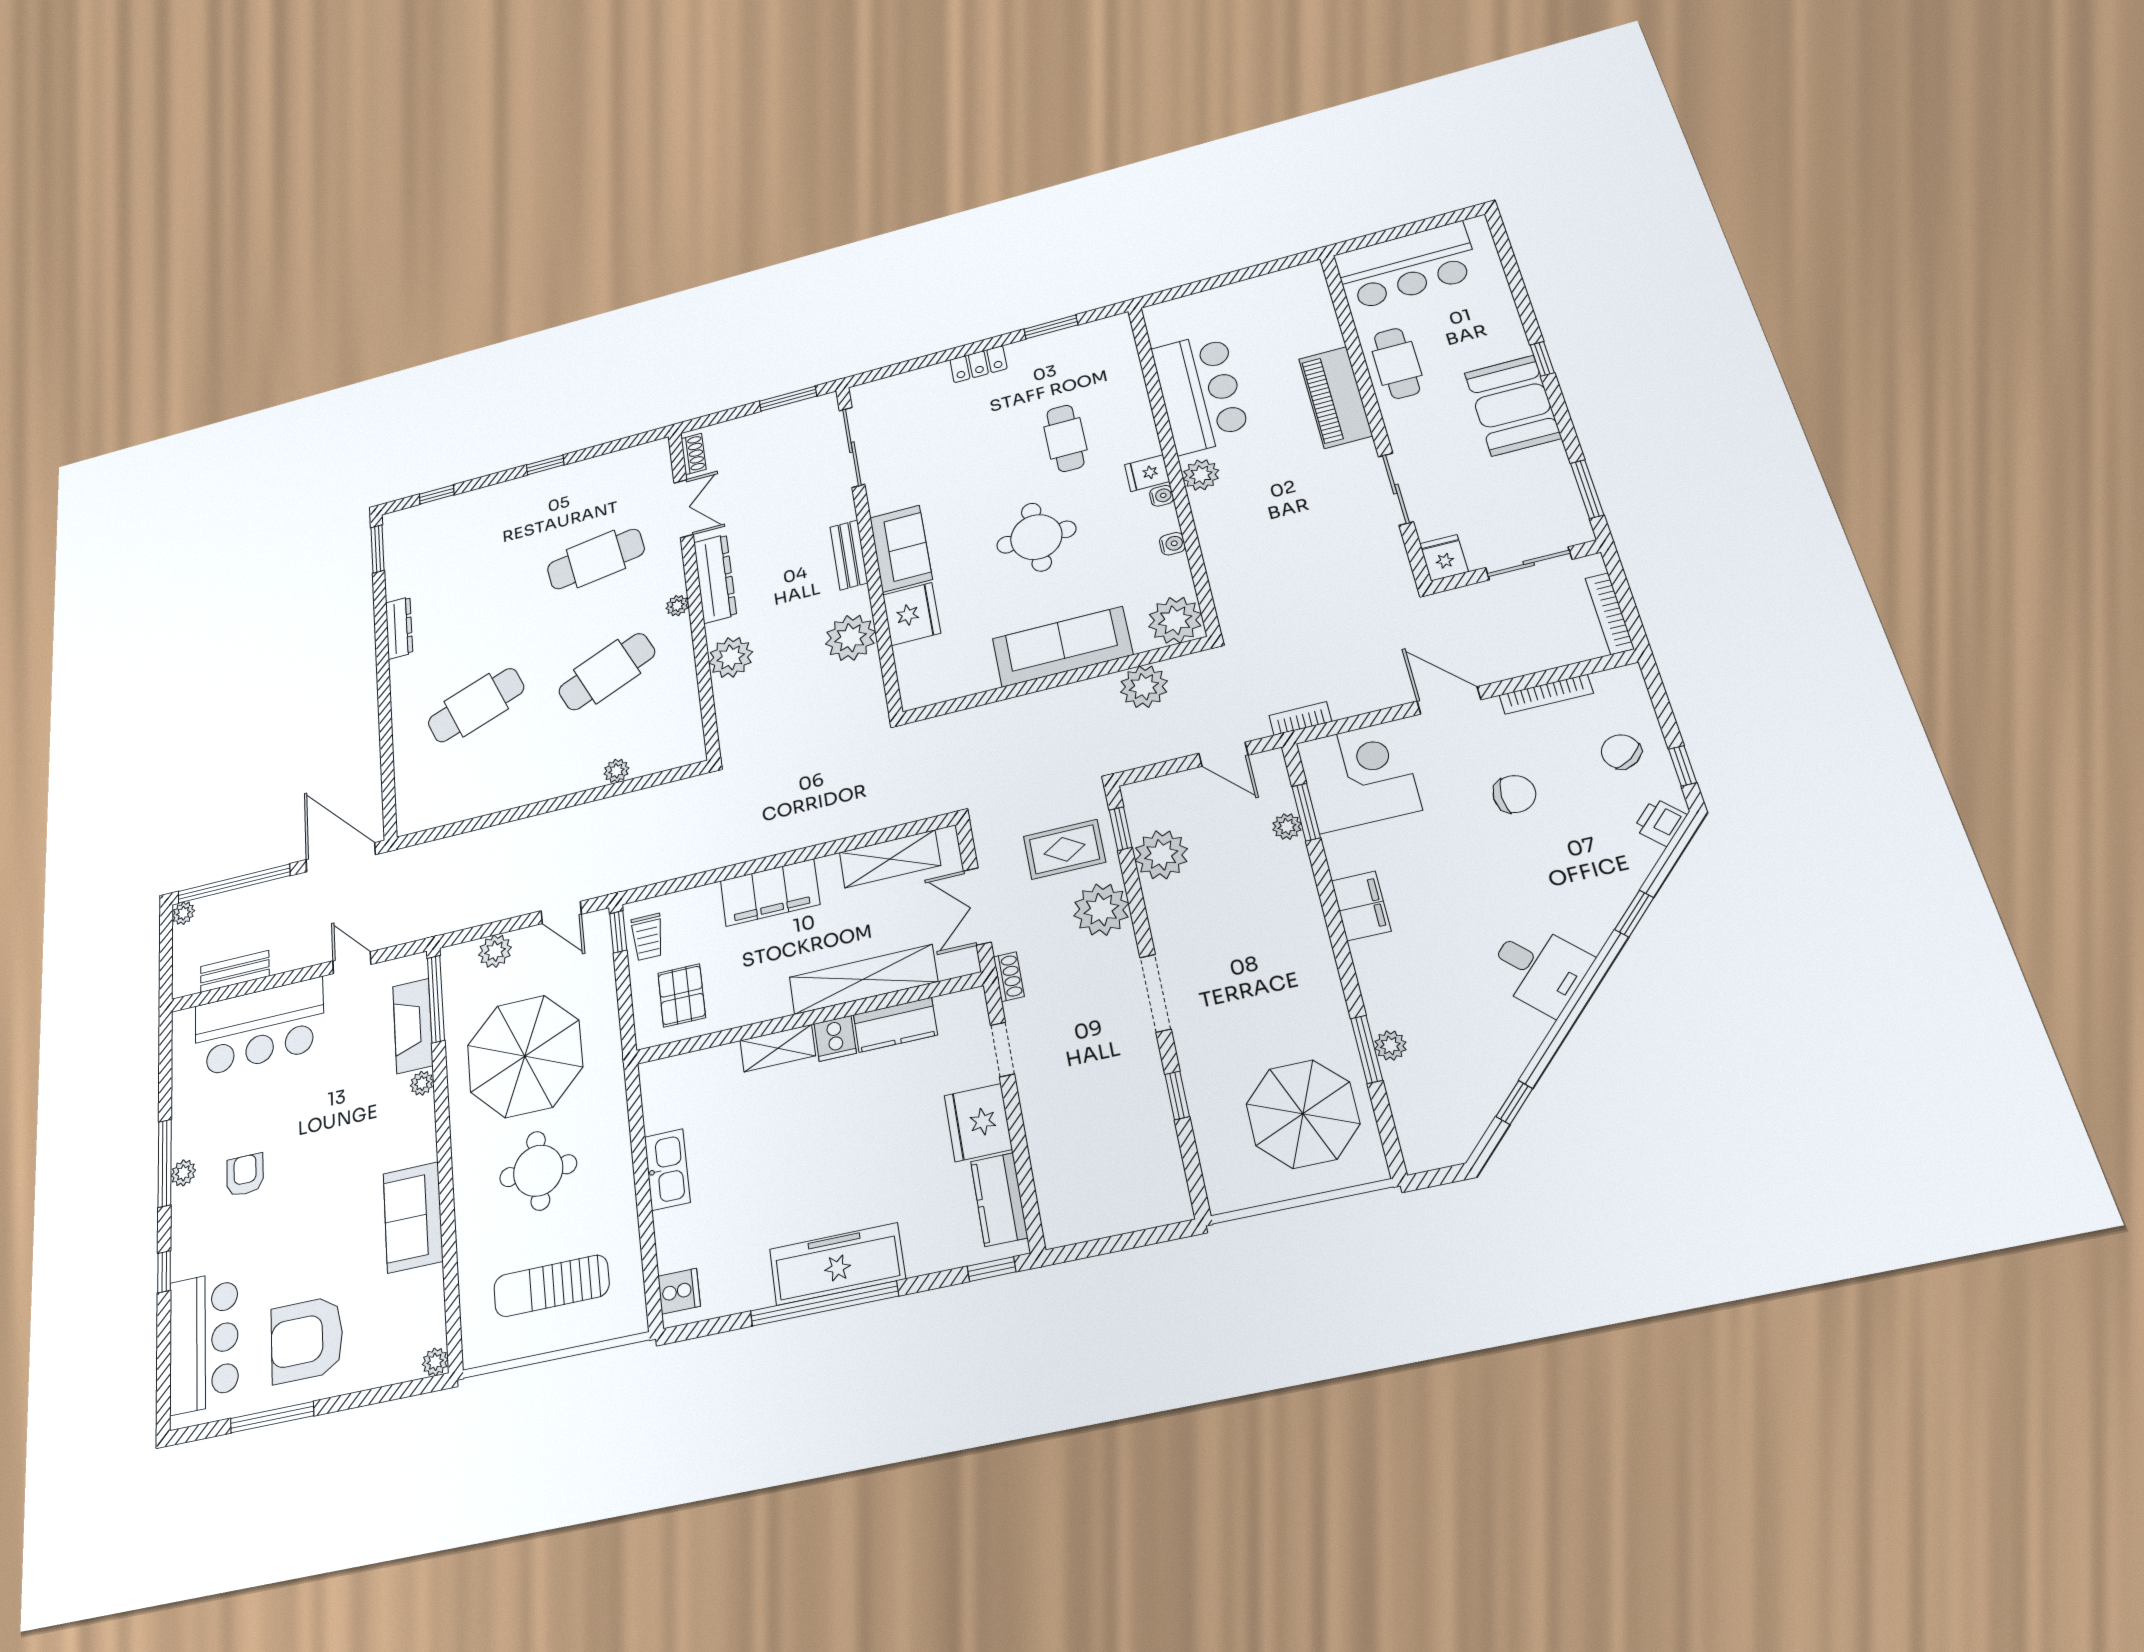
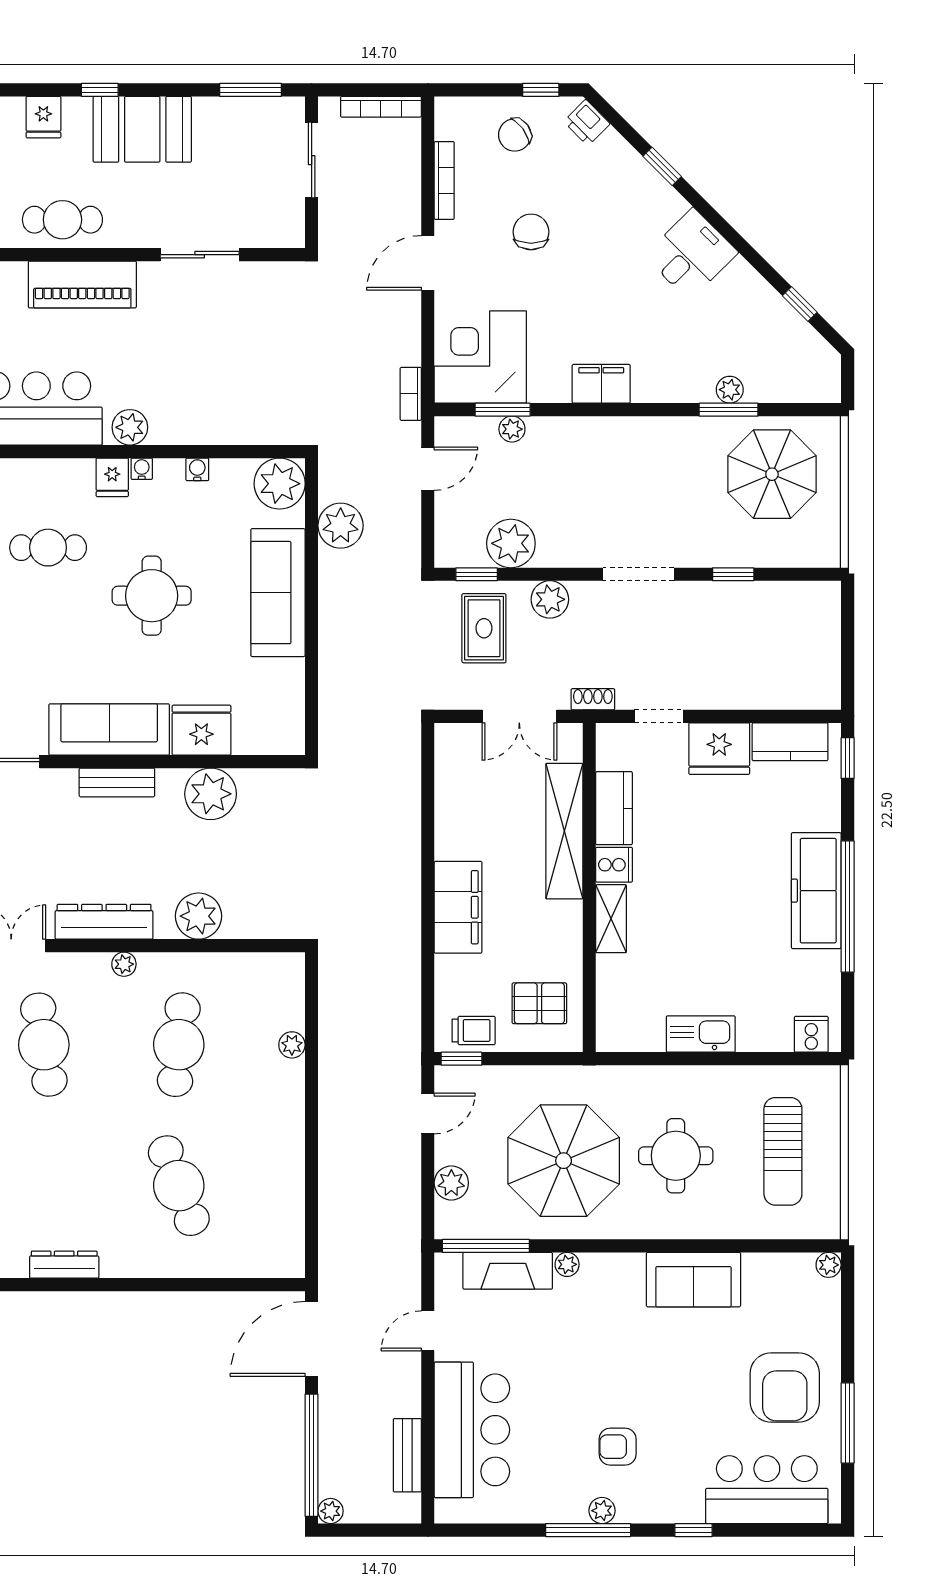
sofa: (901, 549) -> (109, 729), width x1.36
fridge: (1444, 558) -> (43, 117), moved, turned -90
cafe table: (607, 672) -> (179, 1045), turned 30
shelving: (890, 859) -> (453, 789), removed
plant: (1101, 910) -> (550, 599), width x0.73, depth x0.73

